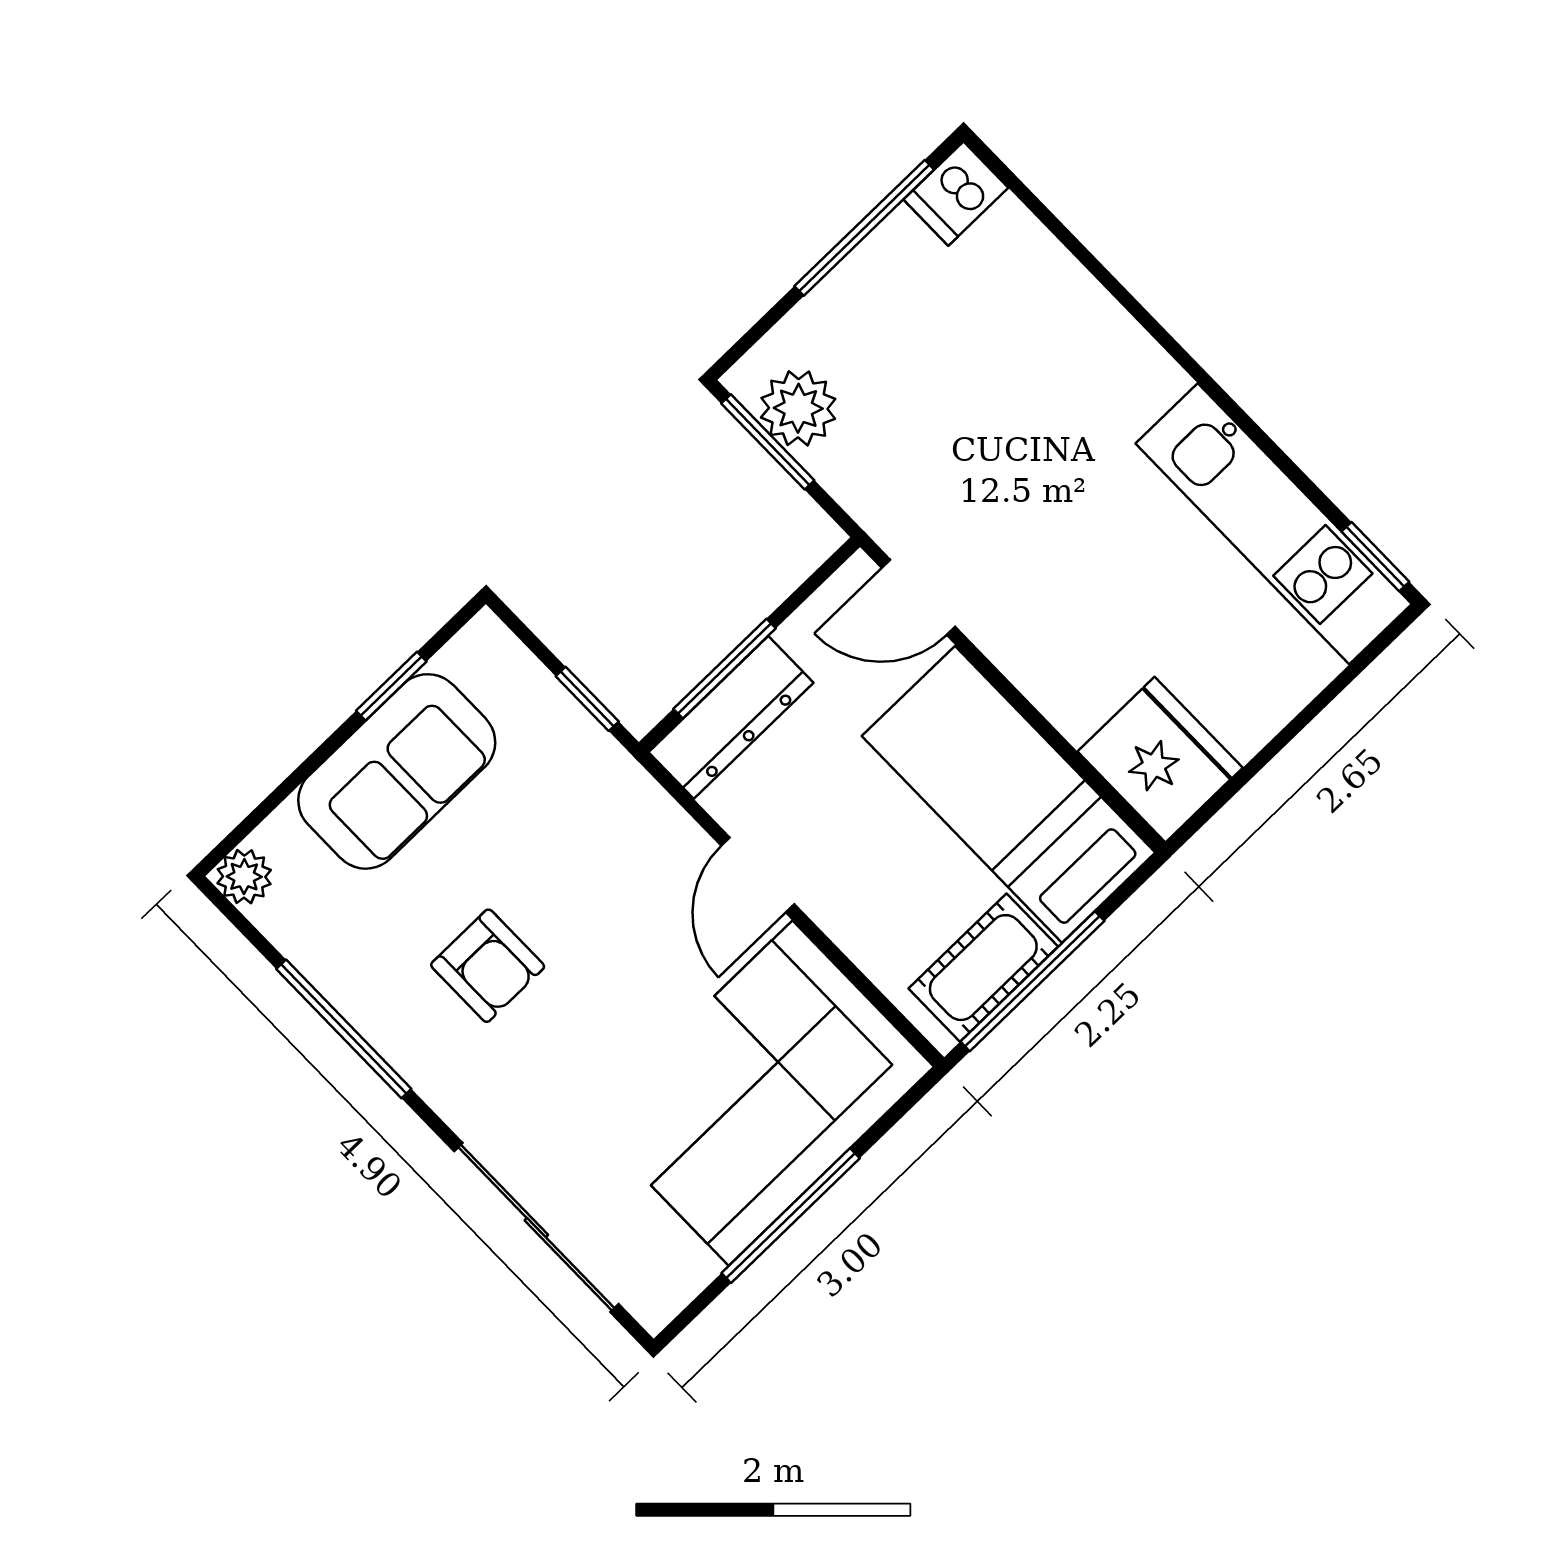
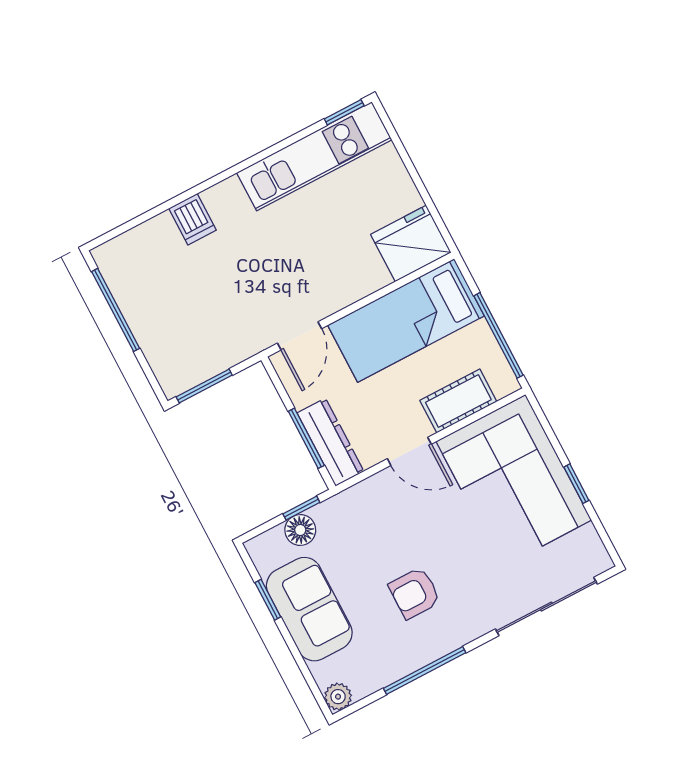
dishwasher: (956, 194) -> (193, 219), moved
plant: (798, 408) -> (192, 367), removed
floor lamp: (544, 709) -> (300, 530), added
armchair: (488, 966) -> (415, 593), turned 180
cot: (983, 968) -> (458, 401), moved, turned 90
window: (791, 1216) -> (576, 484), width x0.46

